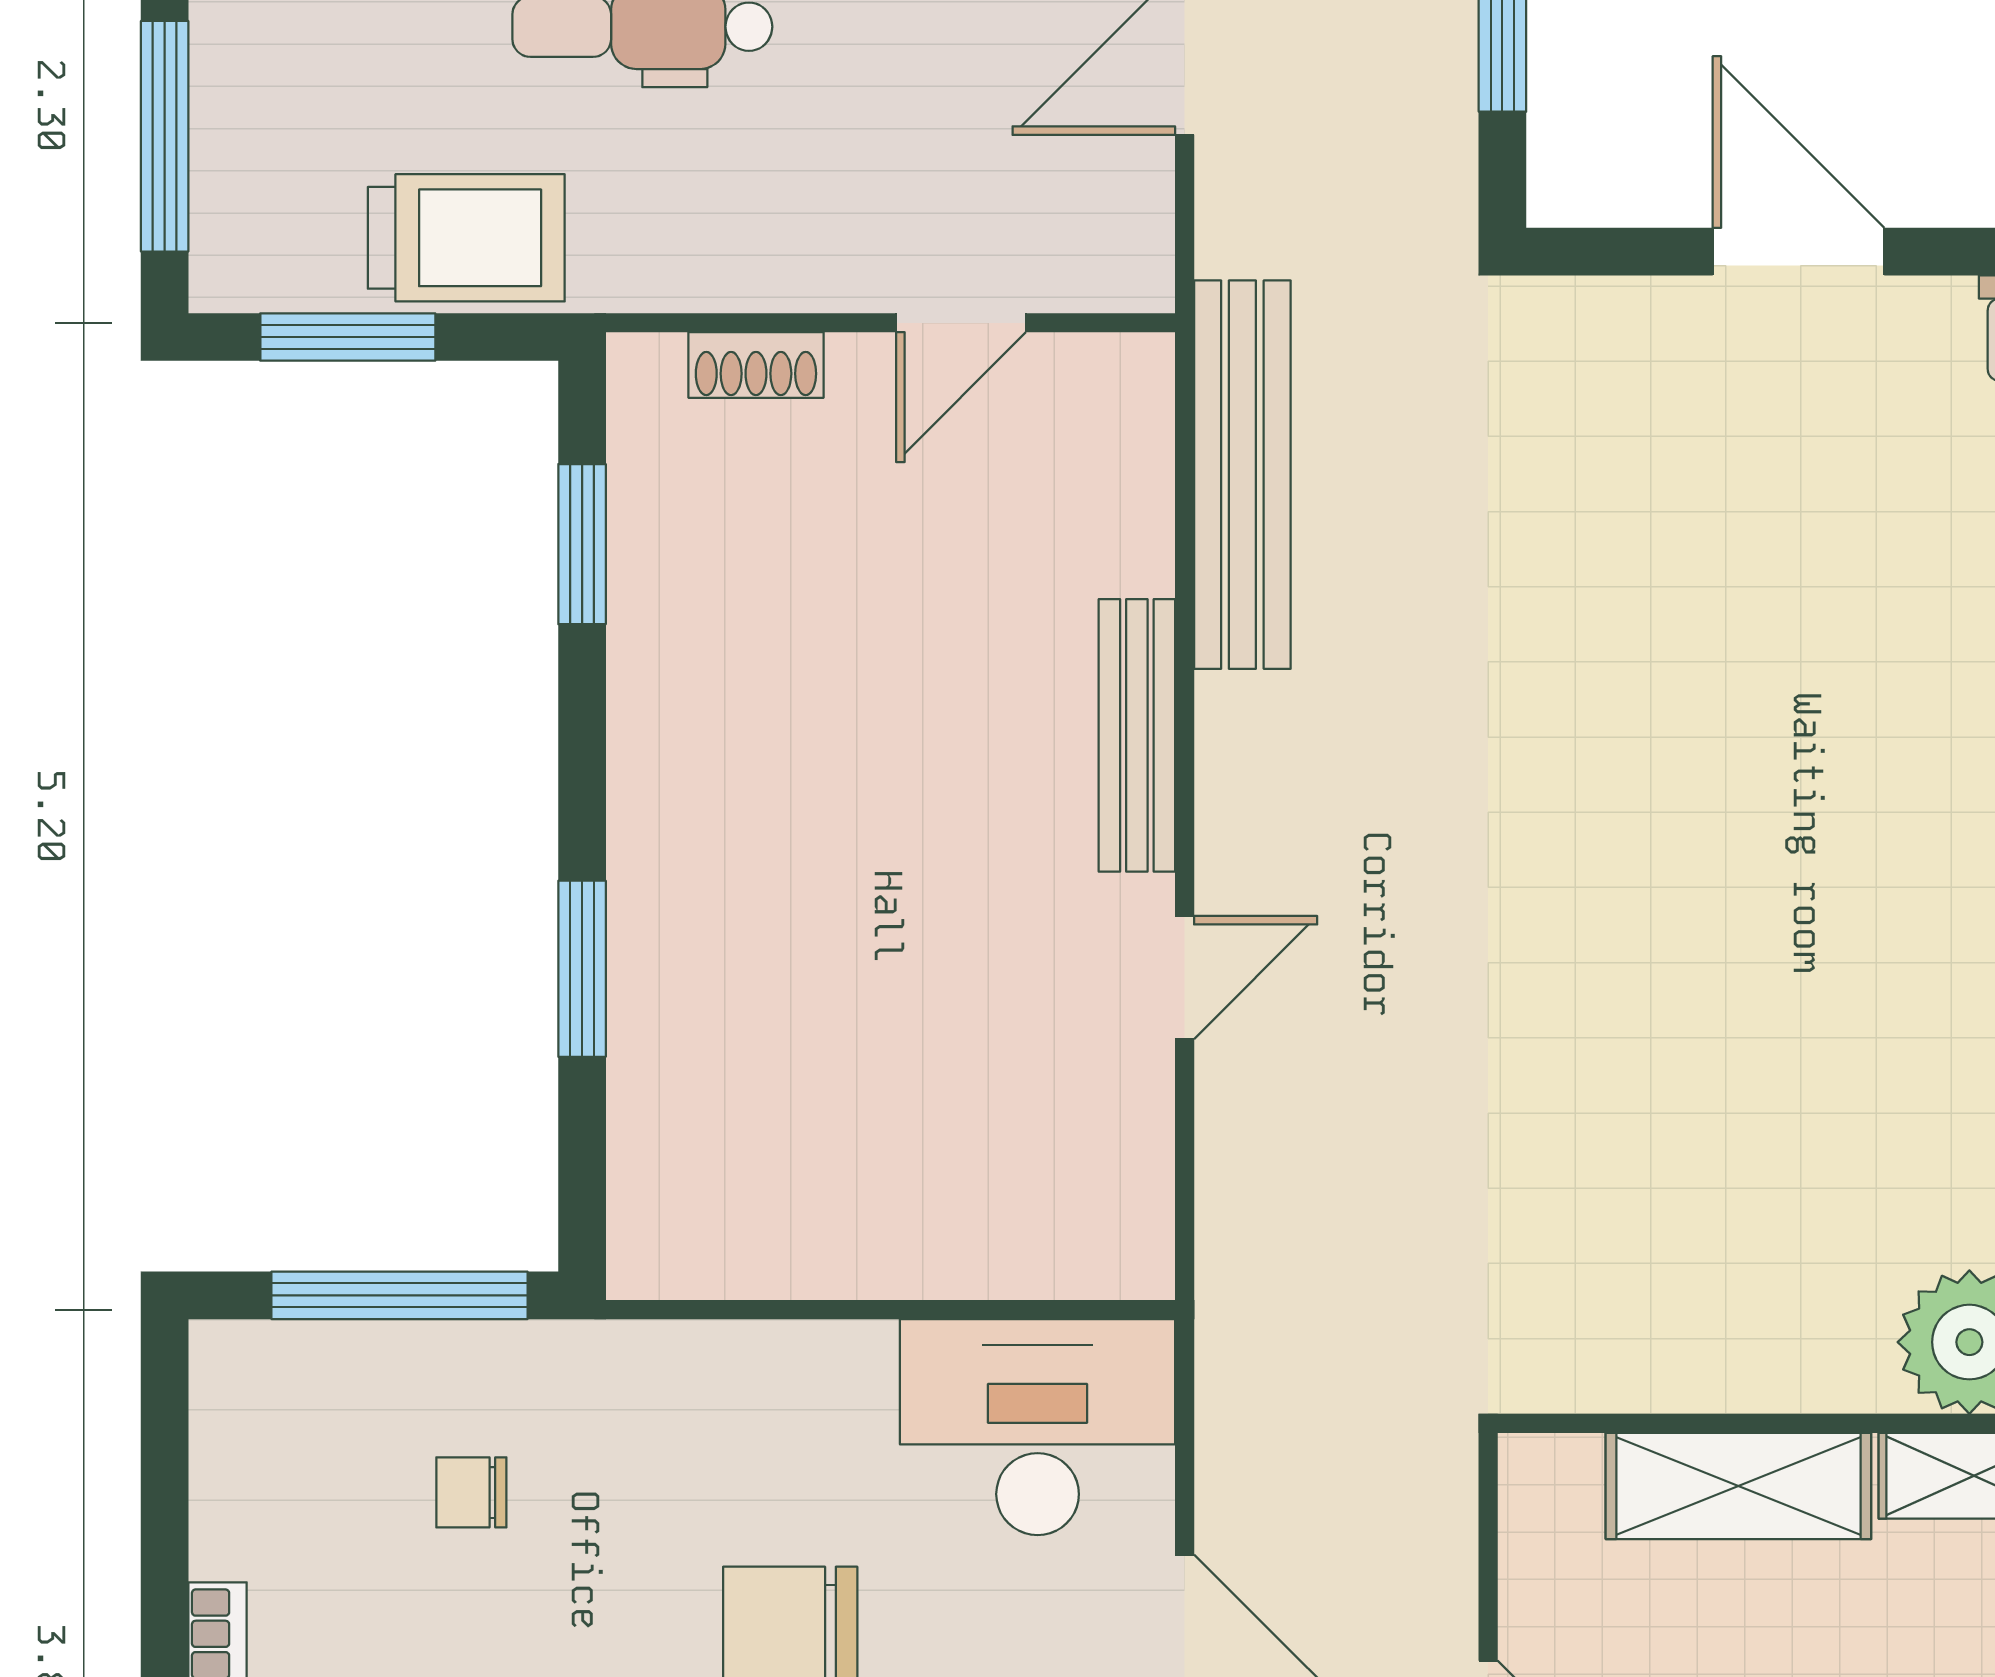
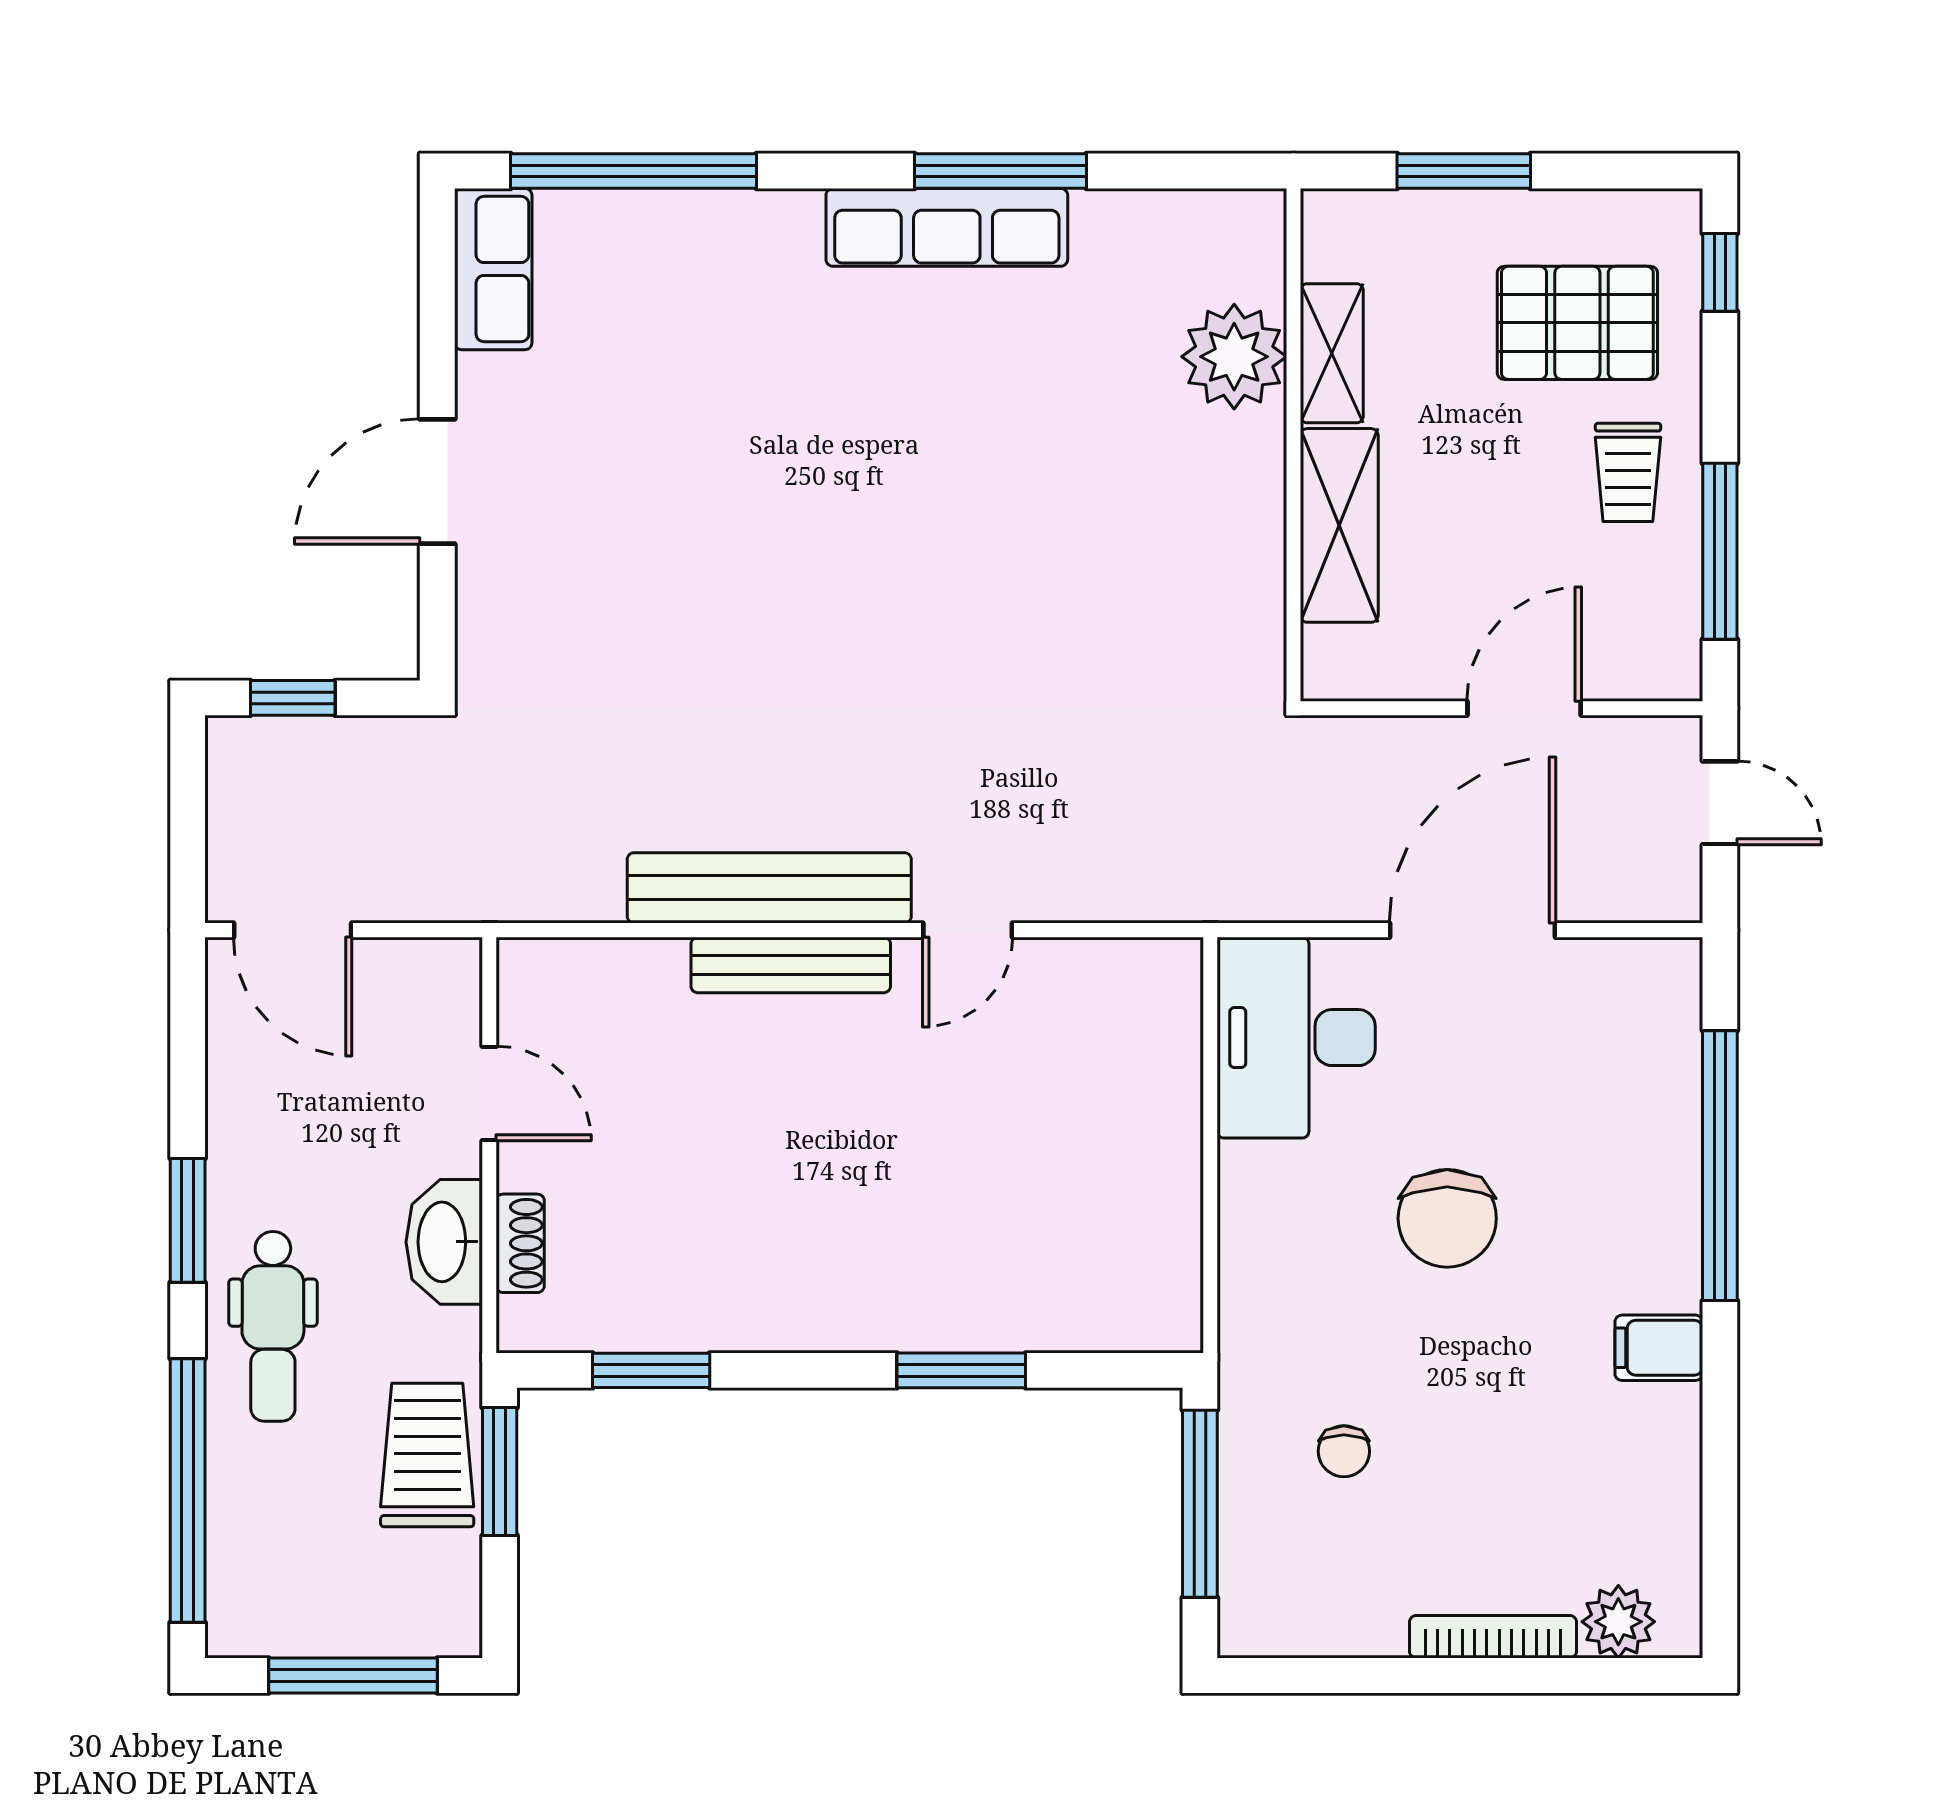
washbasin: (758, 261) -> (444, 1242), added
window: (348, 337) -> (500, 1472), moved
bench: (1242, 475) -> (769, 888), moved
door: (1185, 977) -> (968, 930), swing flipped

